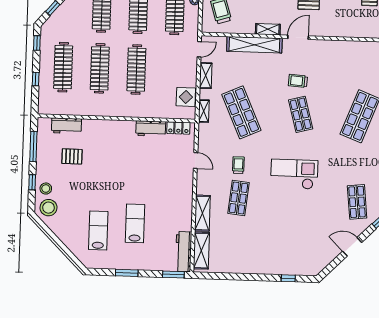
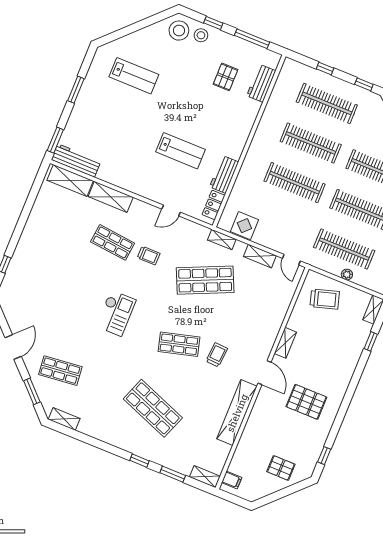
shelving: (254, 45) -> (237, 413), moved
checkout: (294, 174) -> (116, 313), width x0.73, depth x0.83
lab bench: (135, 223) -> (181, 151), moved

